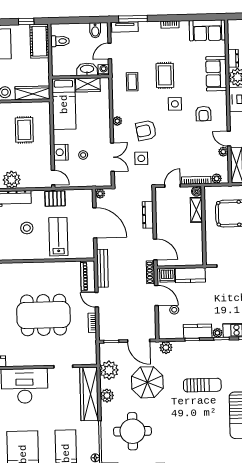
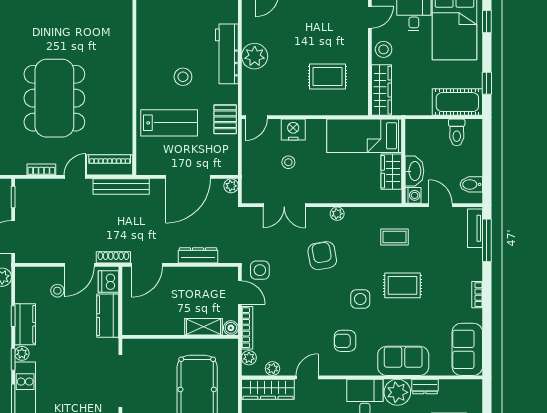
plant: (223, 152) -> (273, 369), moved
side table: (141, 158) -> (260, 270), moved

